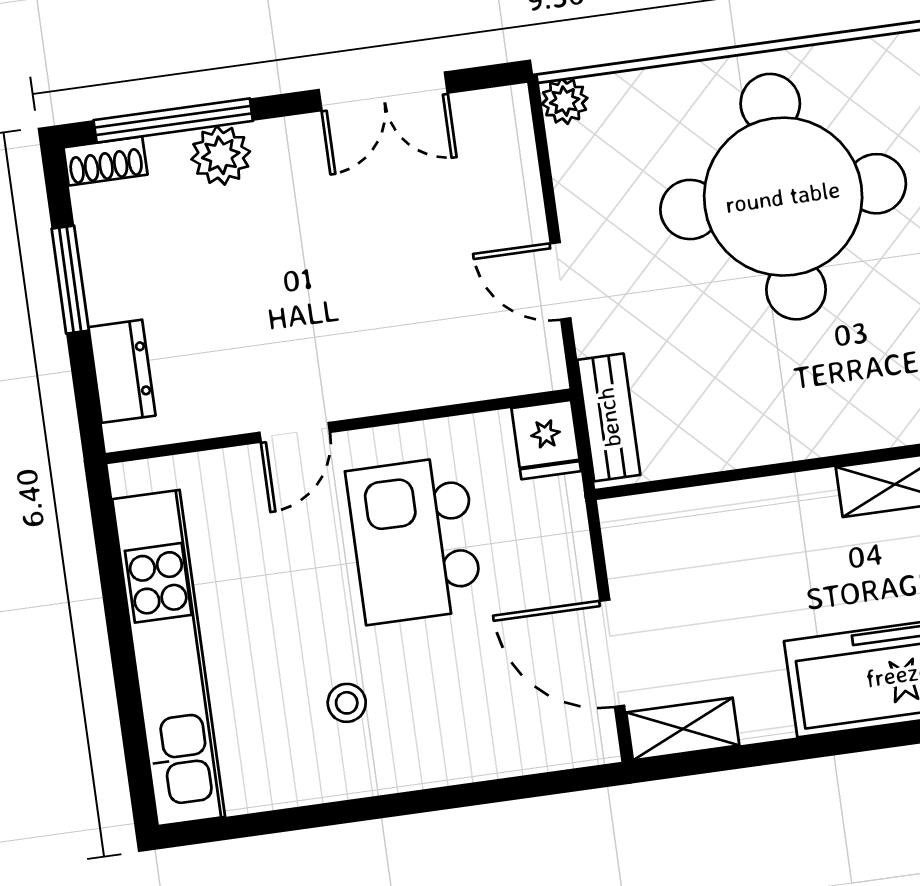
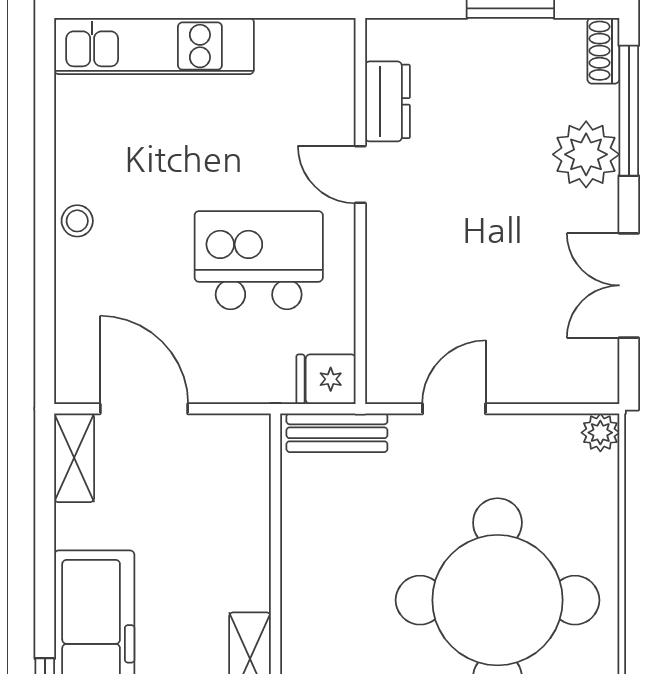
plant: (221, 155) -> (586, 154), width x1.36, depth x1.36
dresser: (122, 371) -> (387, 101), moved, turned -90
door: (612, 653) -> (144, 409), hinge flipped
kitchen unit: (169, 658) -> (154, 46), width x0.73
stool: (347, 703) -> (77, 221), moved

